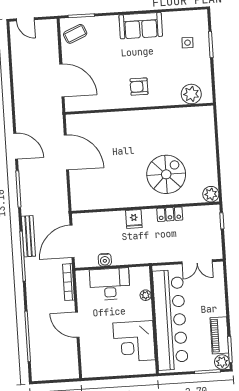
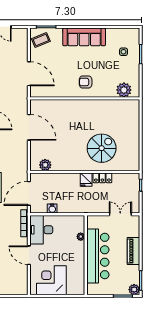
sofa: (141, 26) -> (84, 37), width x1.36
plant: (211, 194) -> (45, 165), moved
fridge: (134, 219) -> (86, 180), moved
double door: (197, 262) -> (120, 214), swing flipped
desk: (110, 284) -> (41, 230), moved, turned -90
bar counter: (170, 320) -> (98, 256), width x0.73
piano: (219, 335) -> (134, 251), moved
corner desk: (134, 341) -> (51, 280), moved, turned 90

